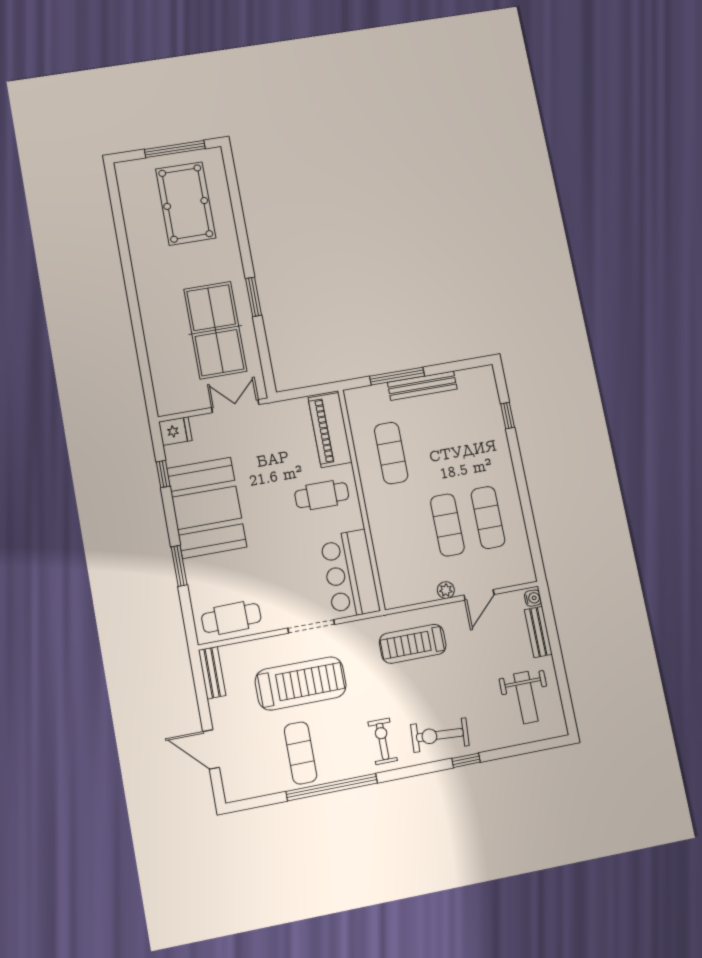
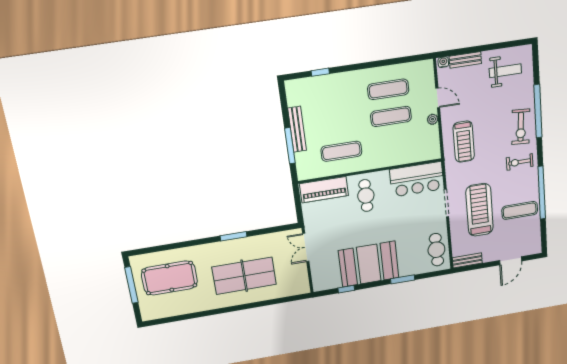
table tennis table: (215, 330) -> (244, 276), moved
fridge: (175, 431) -> (320, 283), removed
window: (466, 760) -> (538, 111), width x3.17

